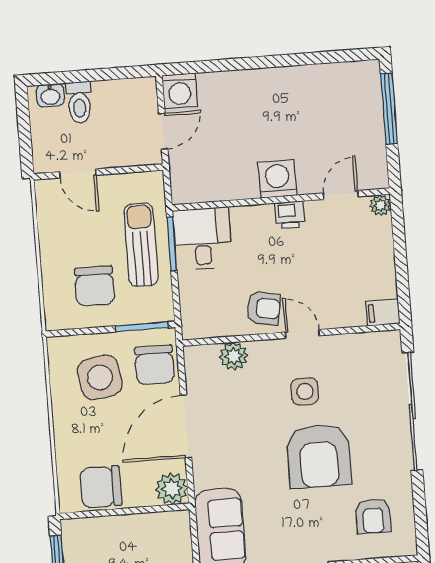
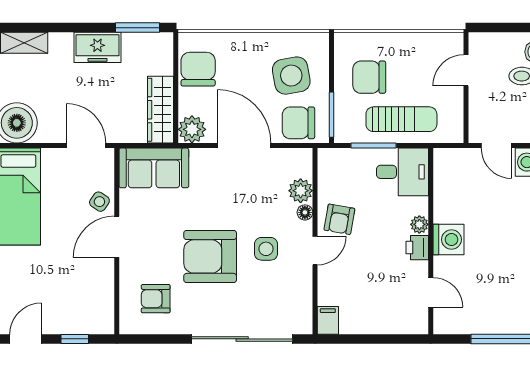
plant: (380, 205) -> (419, 224), moved
window: (172, 244) -> (374, 146), moved
floor lamp: (259, 349) -> (305, 212), added
wardrobe: (152, 527) -> (161, 110), added

